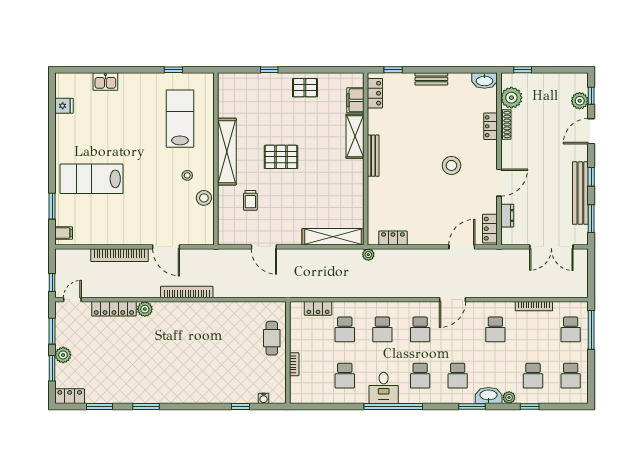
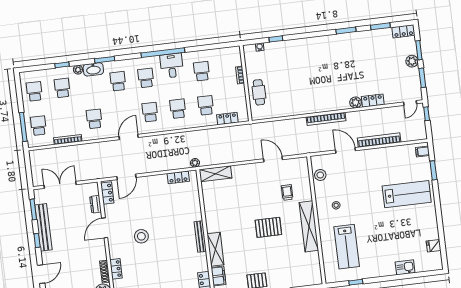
stool: (204, 198) -> (320, 175), moved
shelving: (333, 237) -> (215, 174), width x0.68
locker: (114, 309) -> (373, 101), width x0.66

